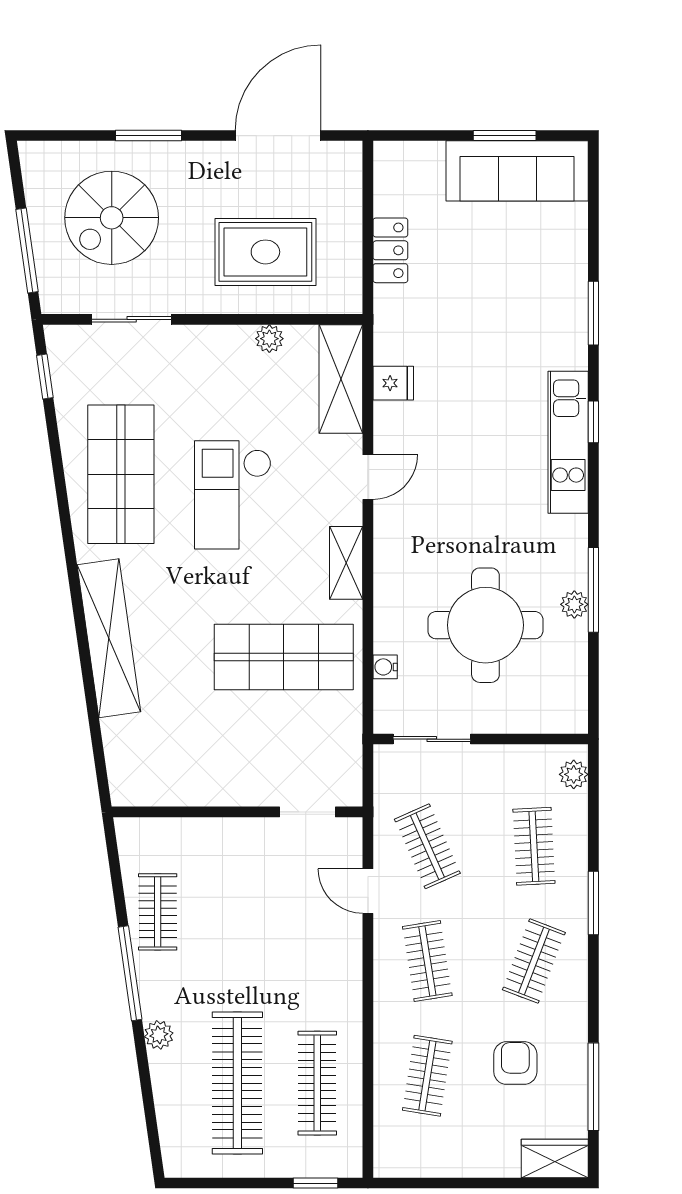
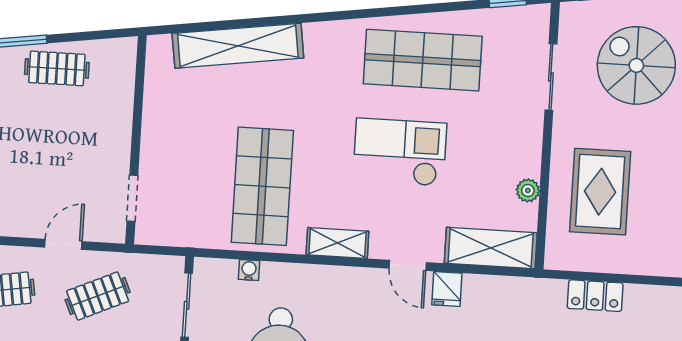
fridge: (393, 383) -> (447, 289), moved
shelving: (109, 638) -> (238, 46), moved

